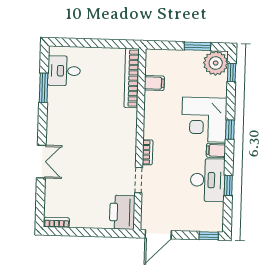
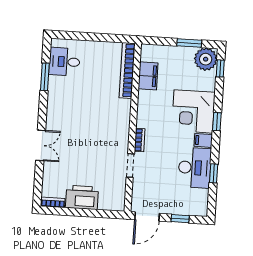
filing cabinet: (154, 83) -> (148, 76), width x2.00
printer: (122, 212) -> (82, 197), moved, turned 90
window: (209, 236) -> (180, 219), moved

